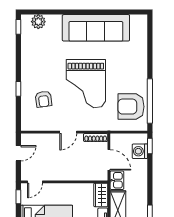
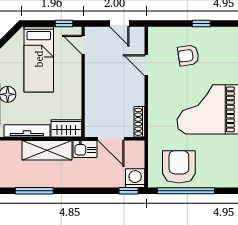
door: (68, 132) -> (146, 65), moved
washing machine: (140, 151) -> (135, 178), moved
door: (109, 160) -> (111, 139), hinge flipped

